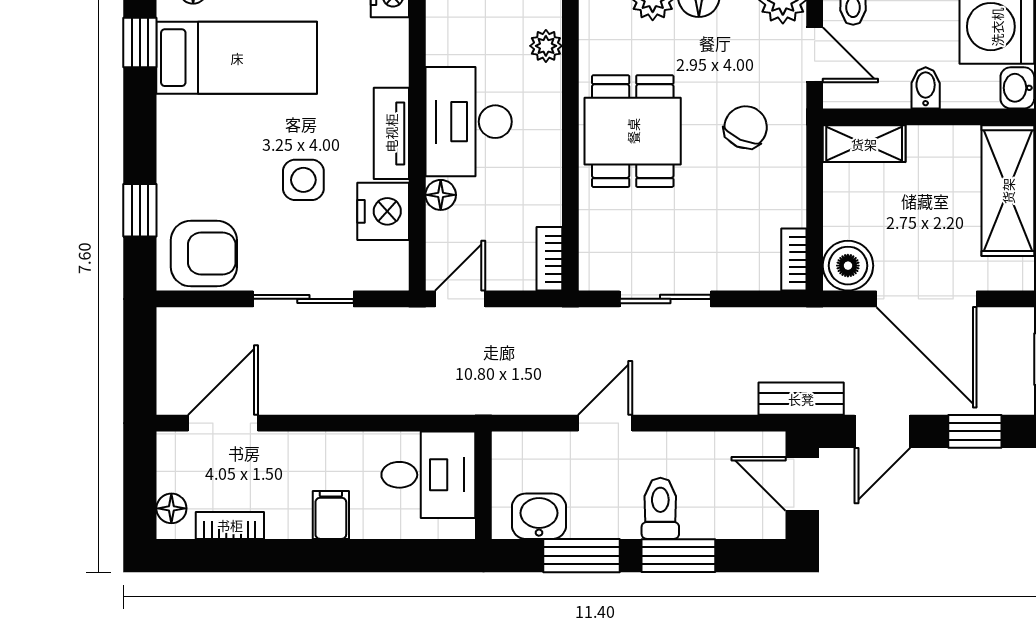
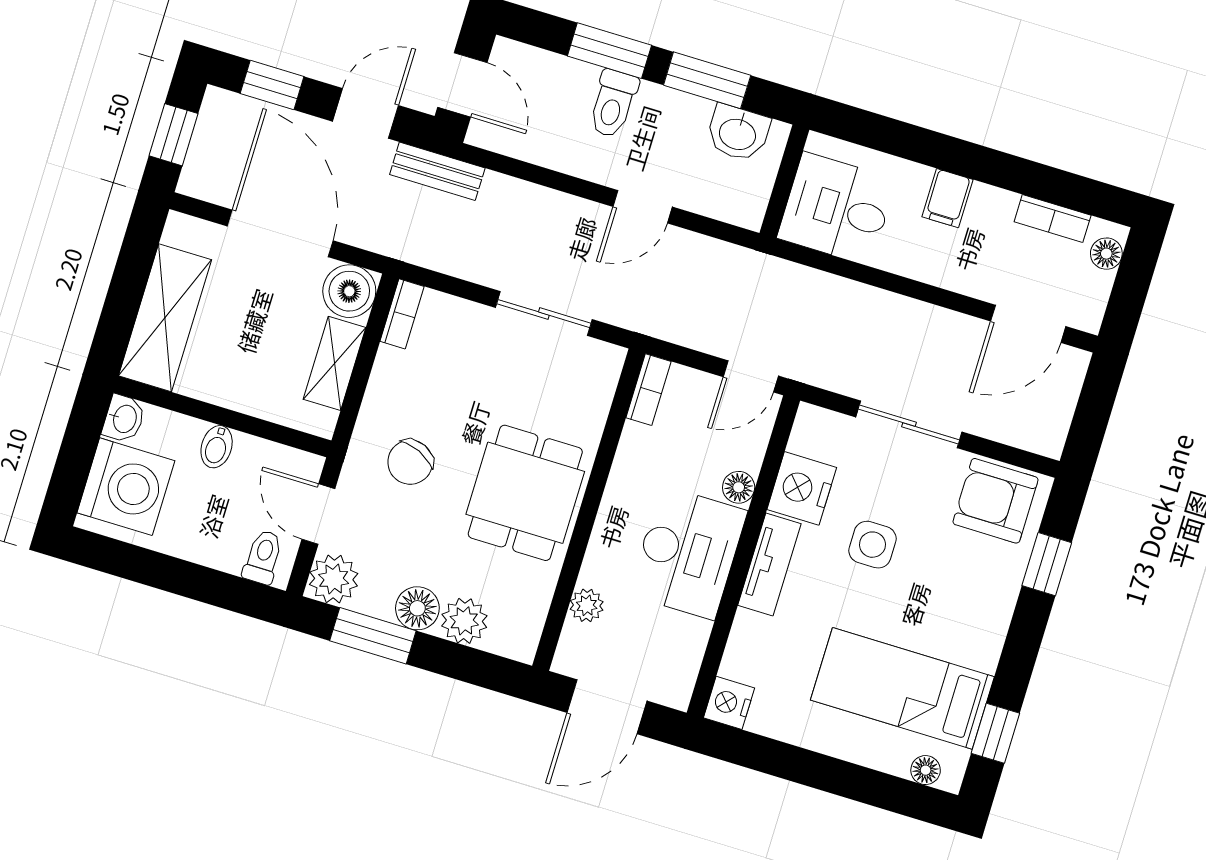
shelving: (864, 144) -> (335, 363), moved, turned 90

